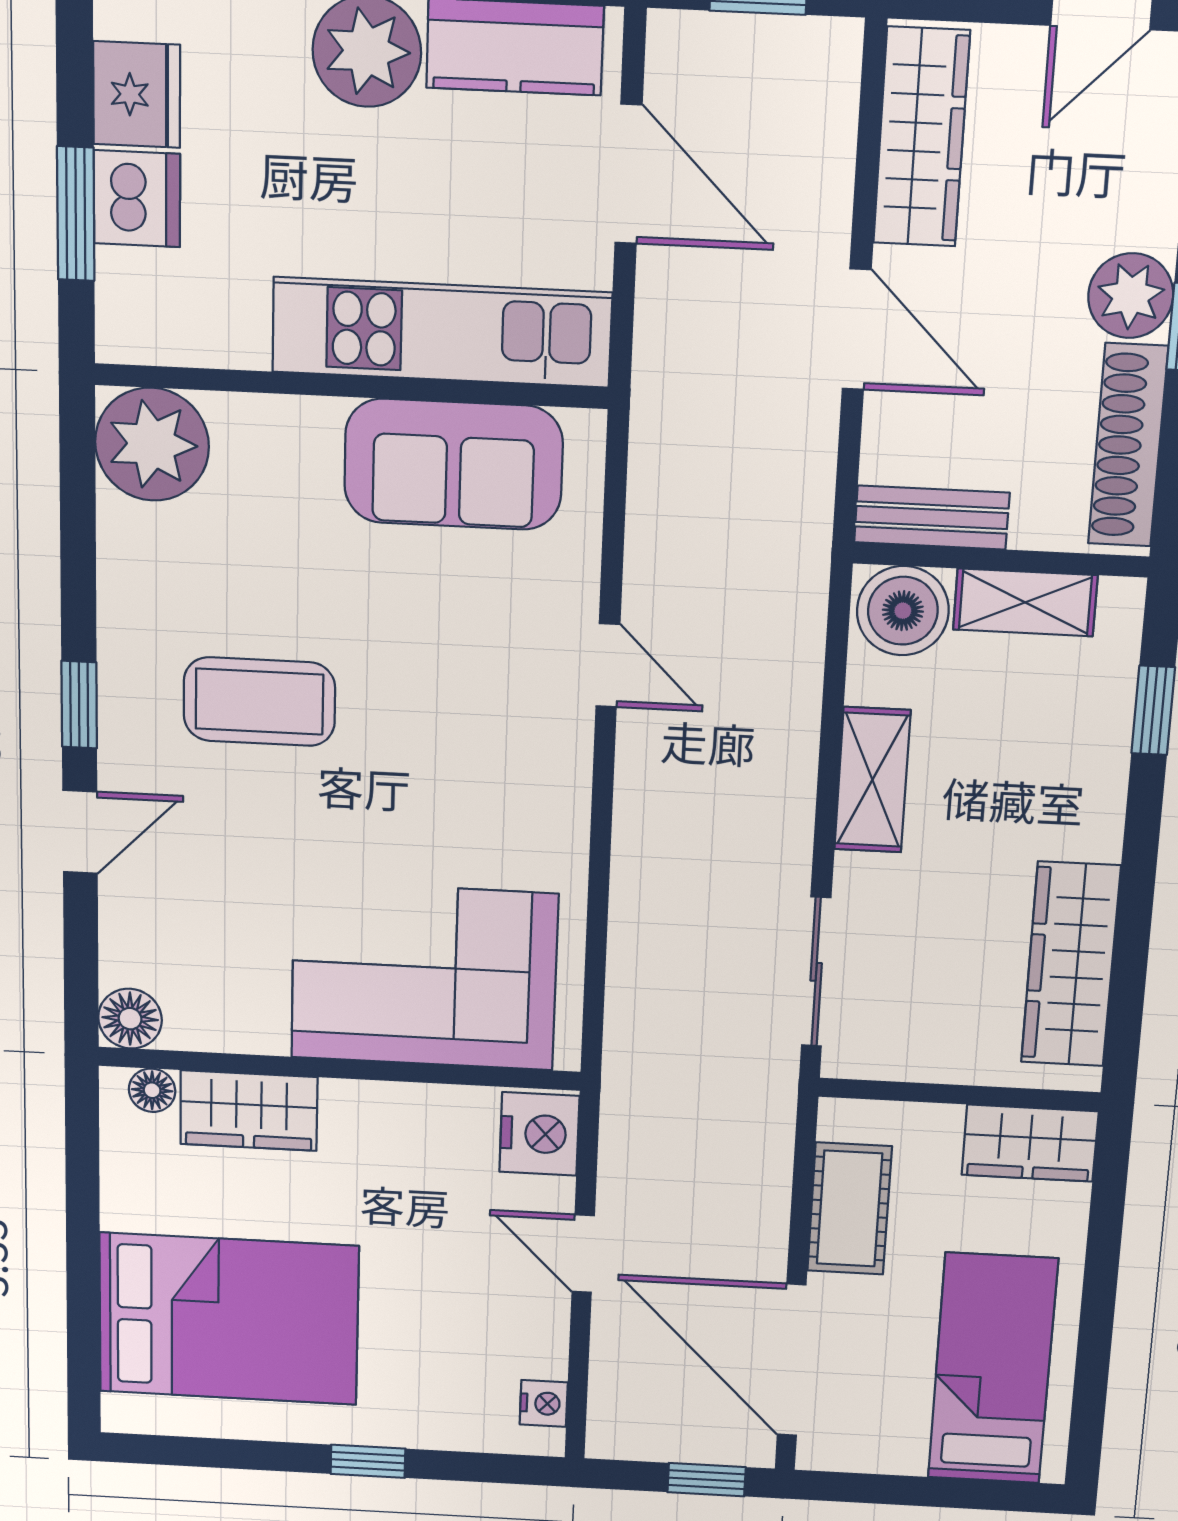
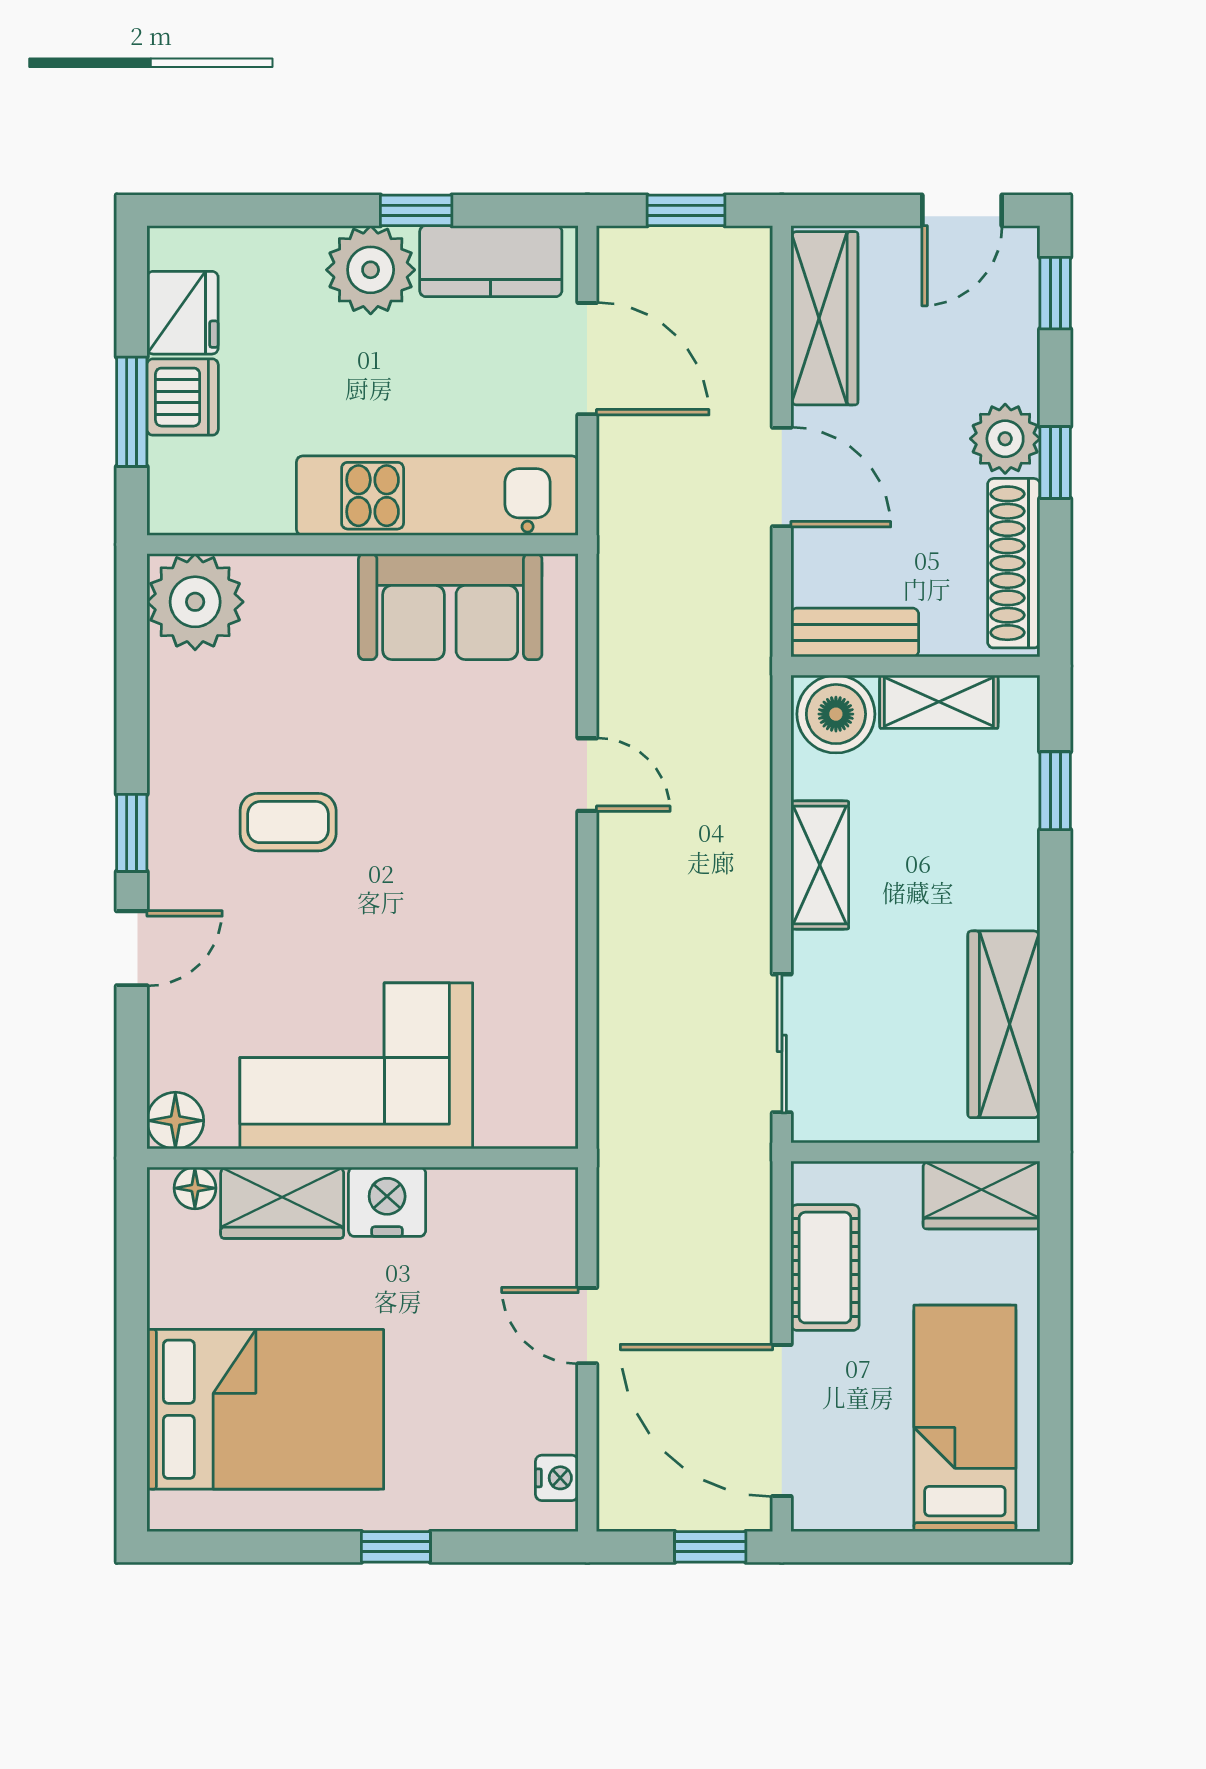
coffee table: (259, 702) -> (288, 822), width x0.73, depth x0.77
corner sofa: (424, 976) -> (356, 1066), moved
nightstand: (539, 1134) -> (387, 1202), moved, turned -90

